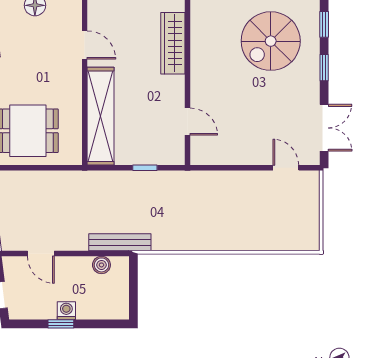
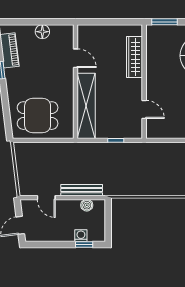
bench: (120, 242) -> (82, 190), moved
washing machine: (66, 311) -> (81, 236), moved
window: (61, 324) -> (84, 245), moved

